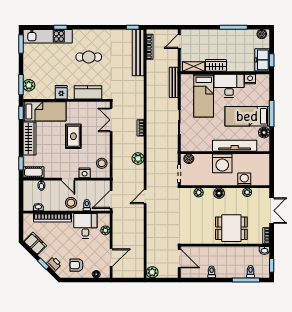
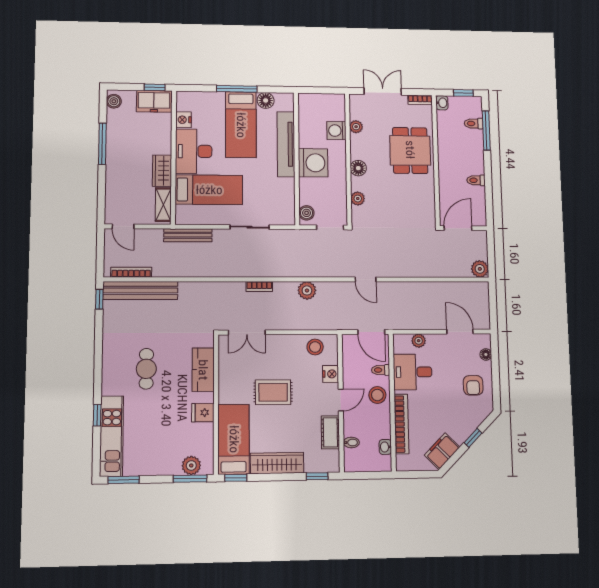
cot: (33, 172) -> (330, 432), moved
printer: (54, 264) -> (473, 421), removed

